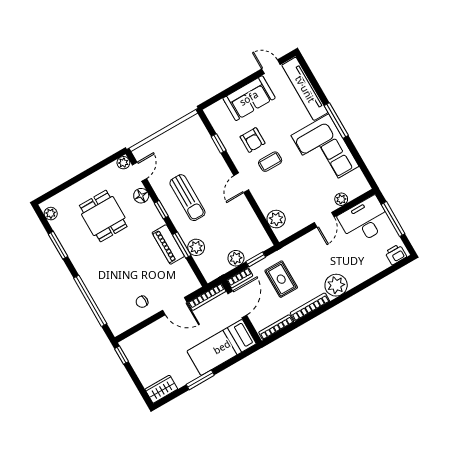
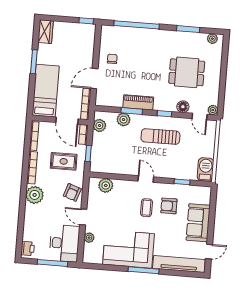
barbecue: (189, 128) -> (205, 170), added
armchair: (307, 248) -> (72, 192), added
plant: (236, 258) -> (99, 126), moved

